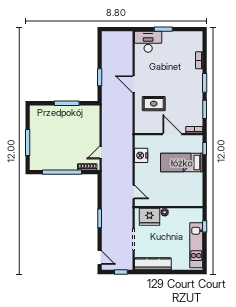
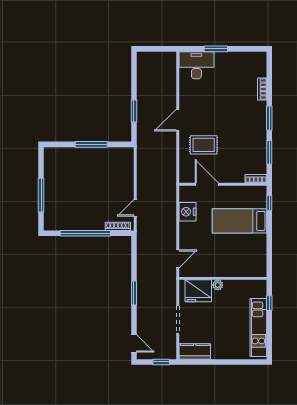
door: (134, 84) -> (178, 120), hinge flipped
door: (172, 134) -> (207, 184), moved
door: (134, 192) -> (178, 259), hinge flipped
kitchen counter: (153, 264) -> (195, 351), width x0.67

